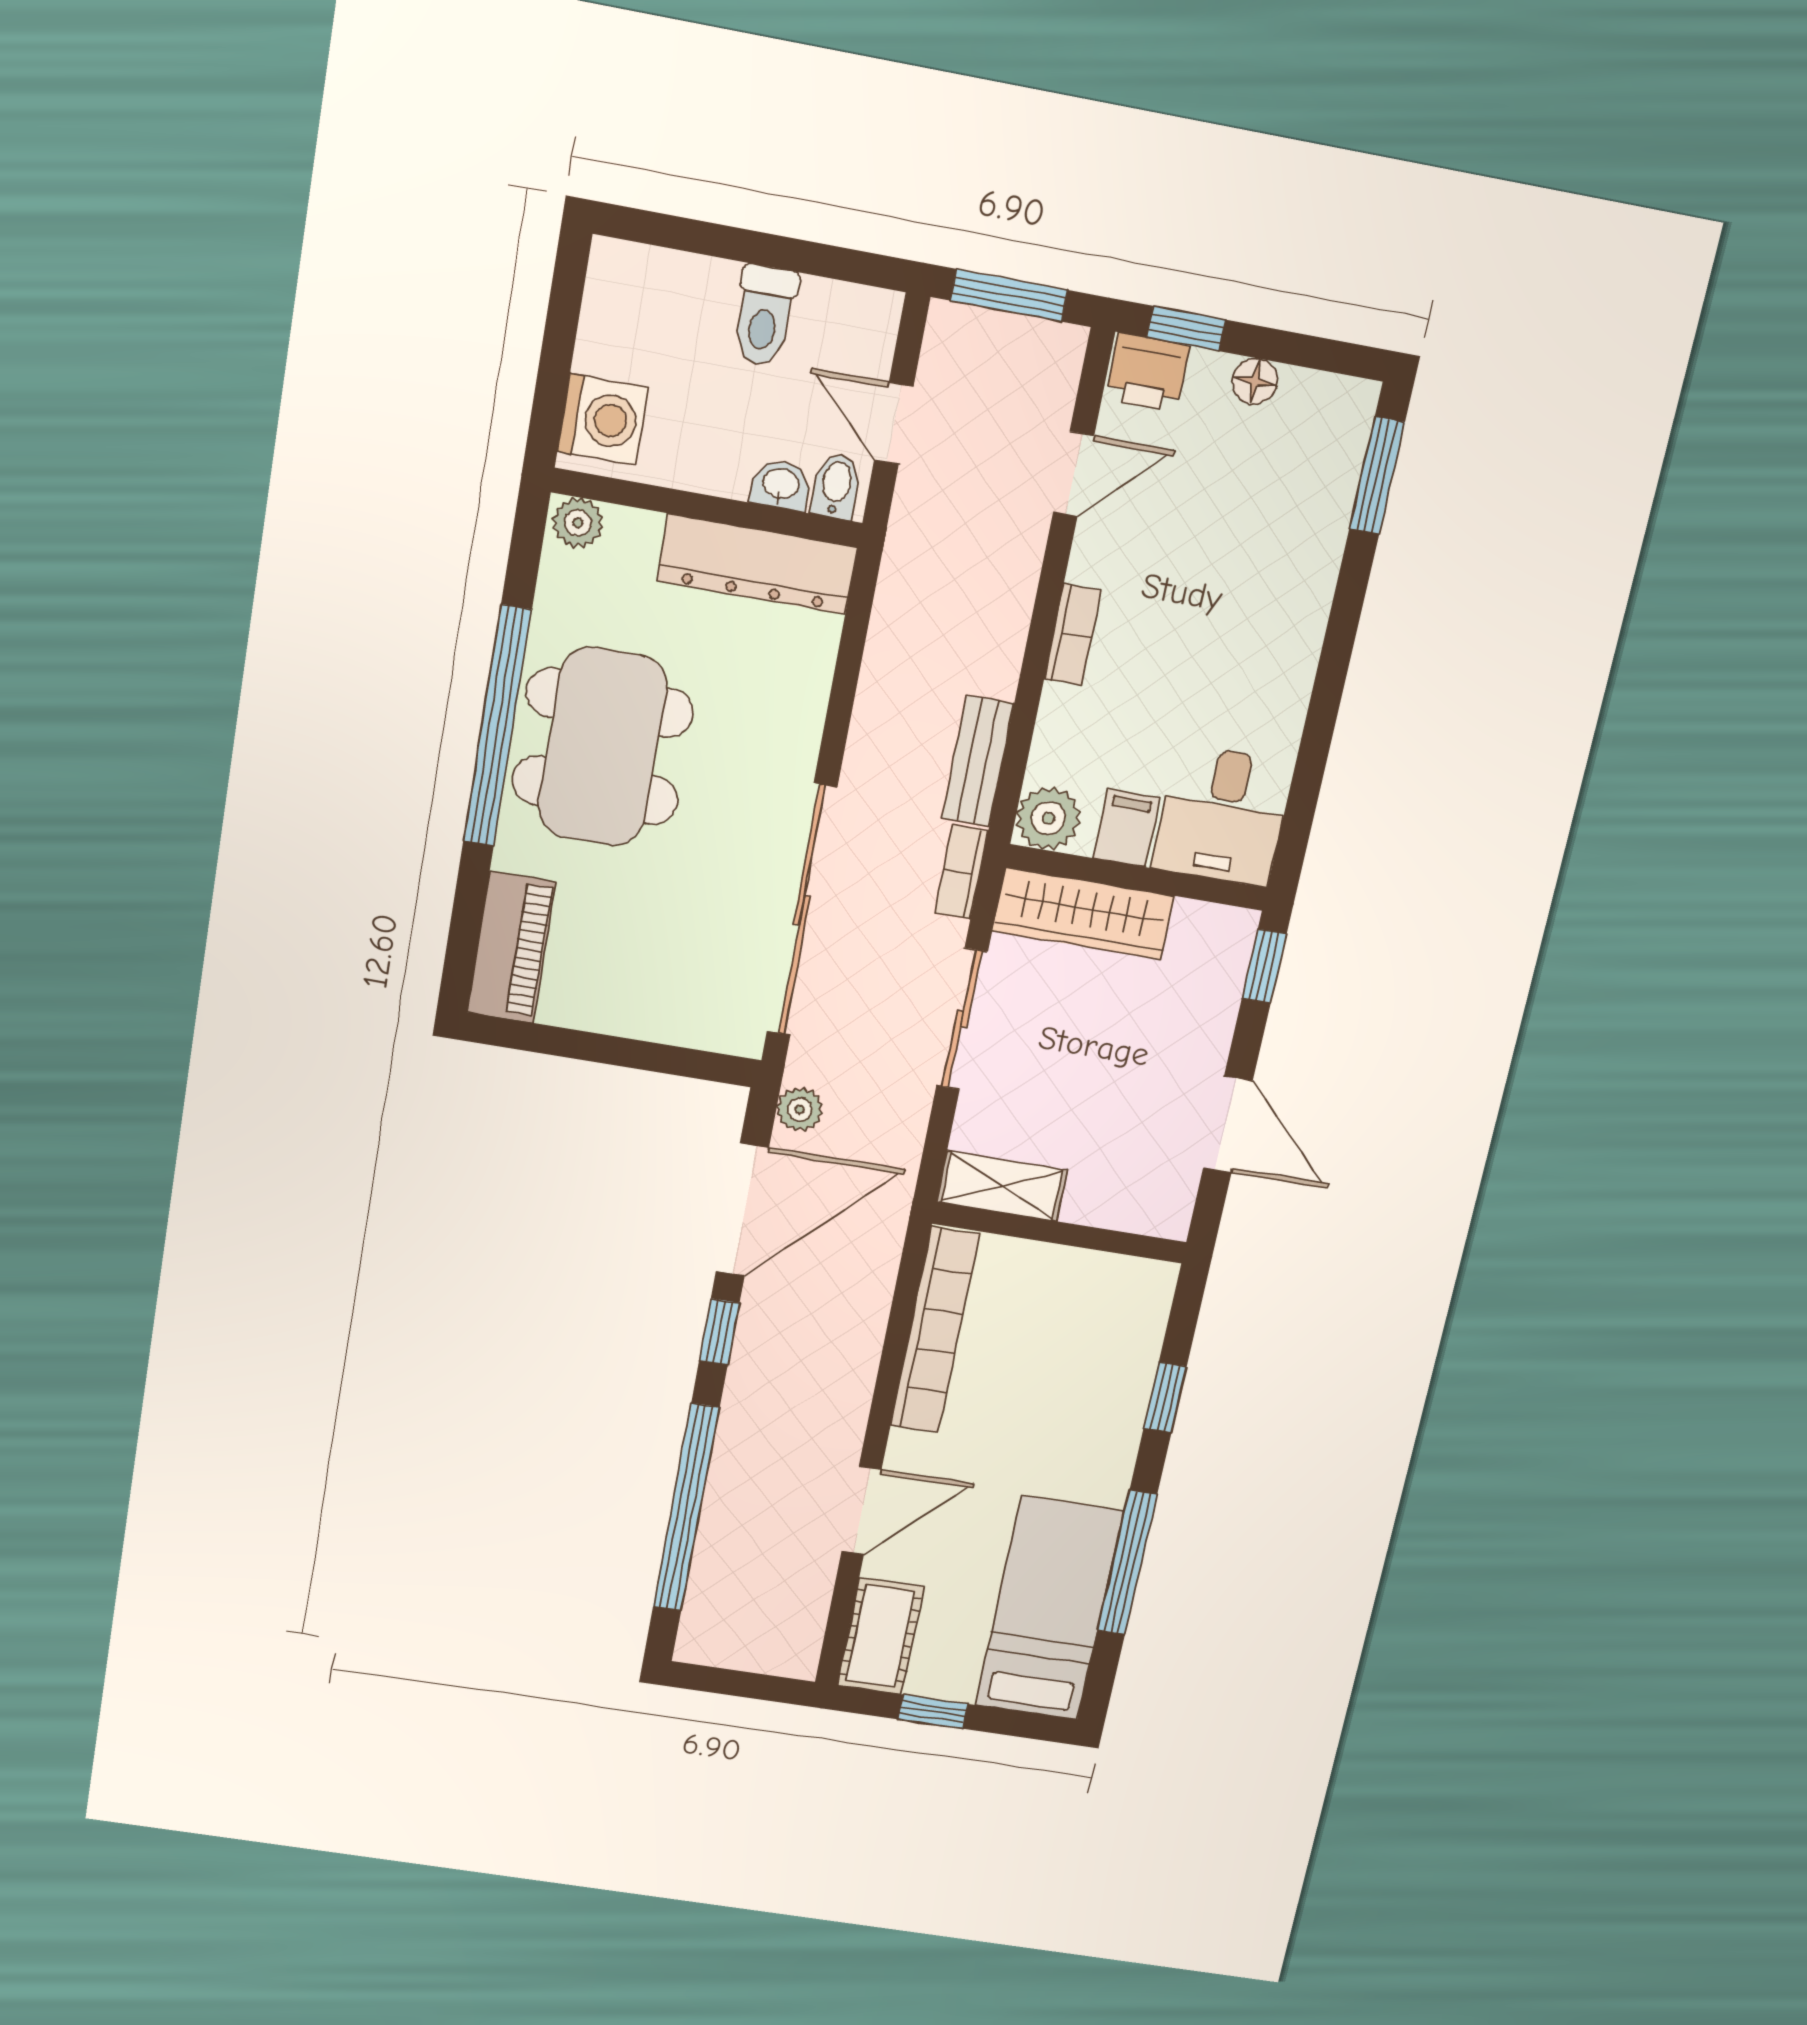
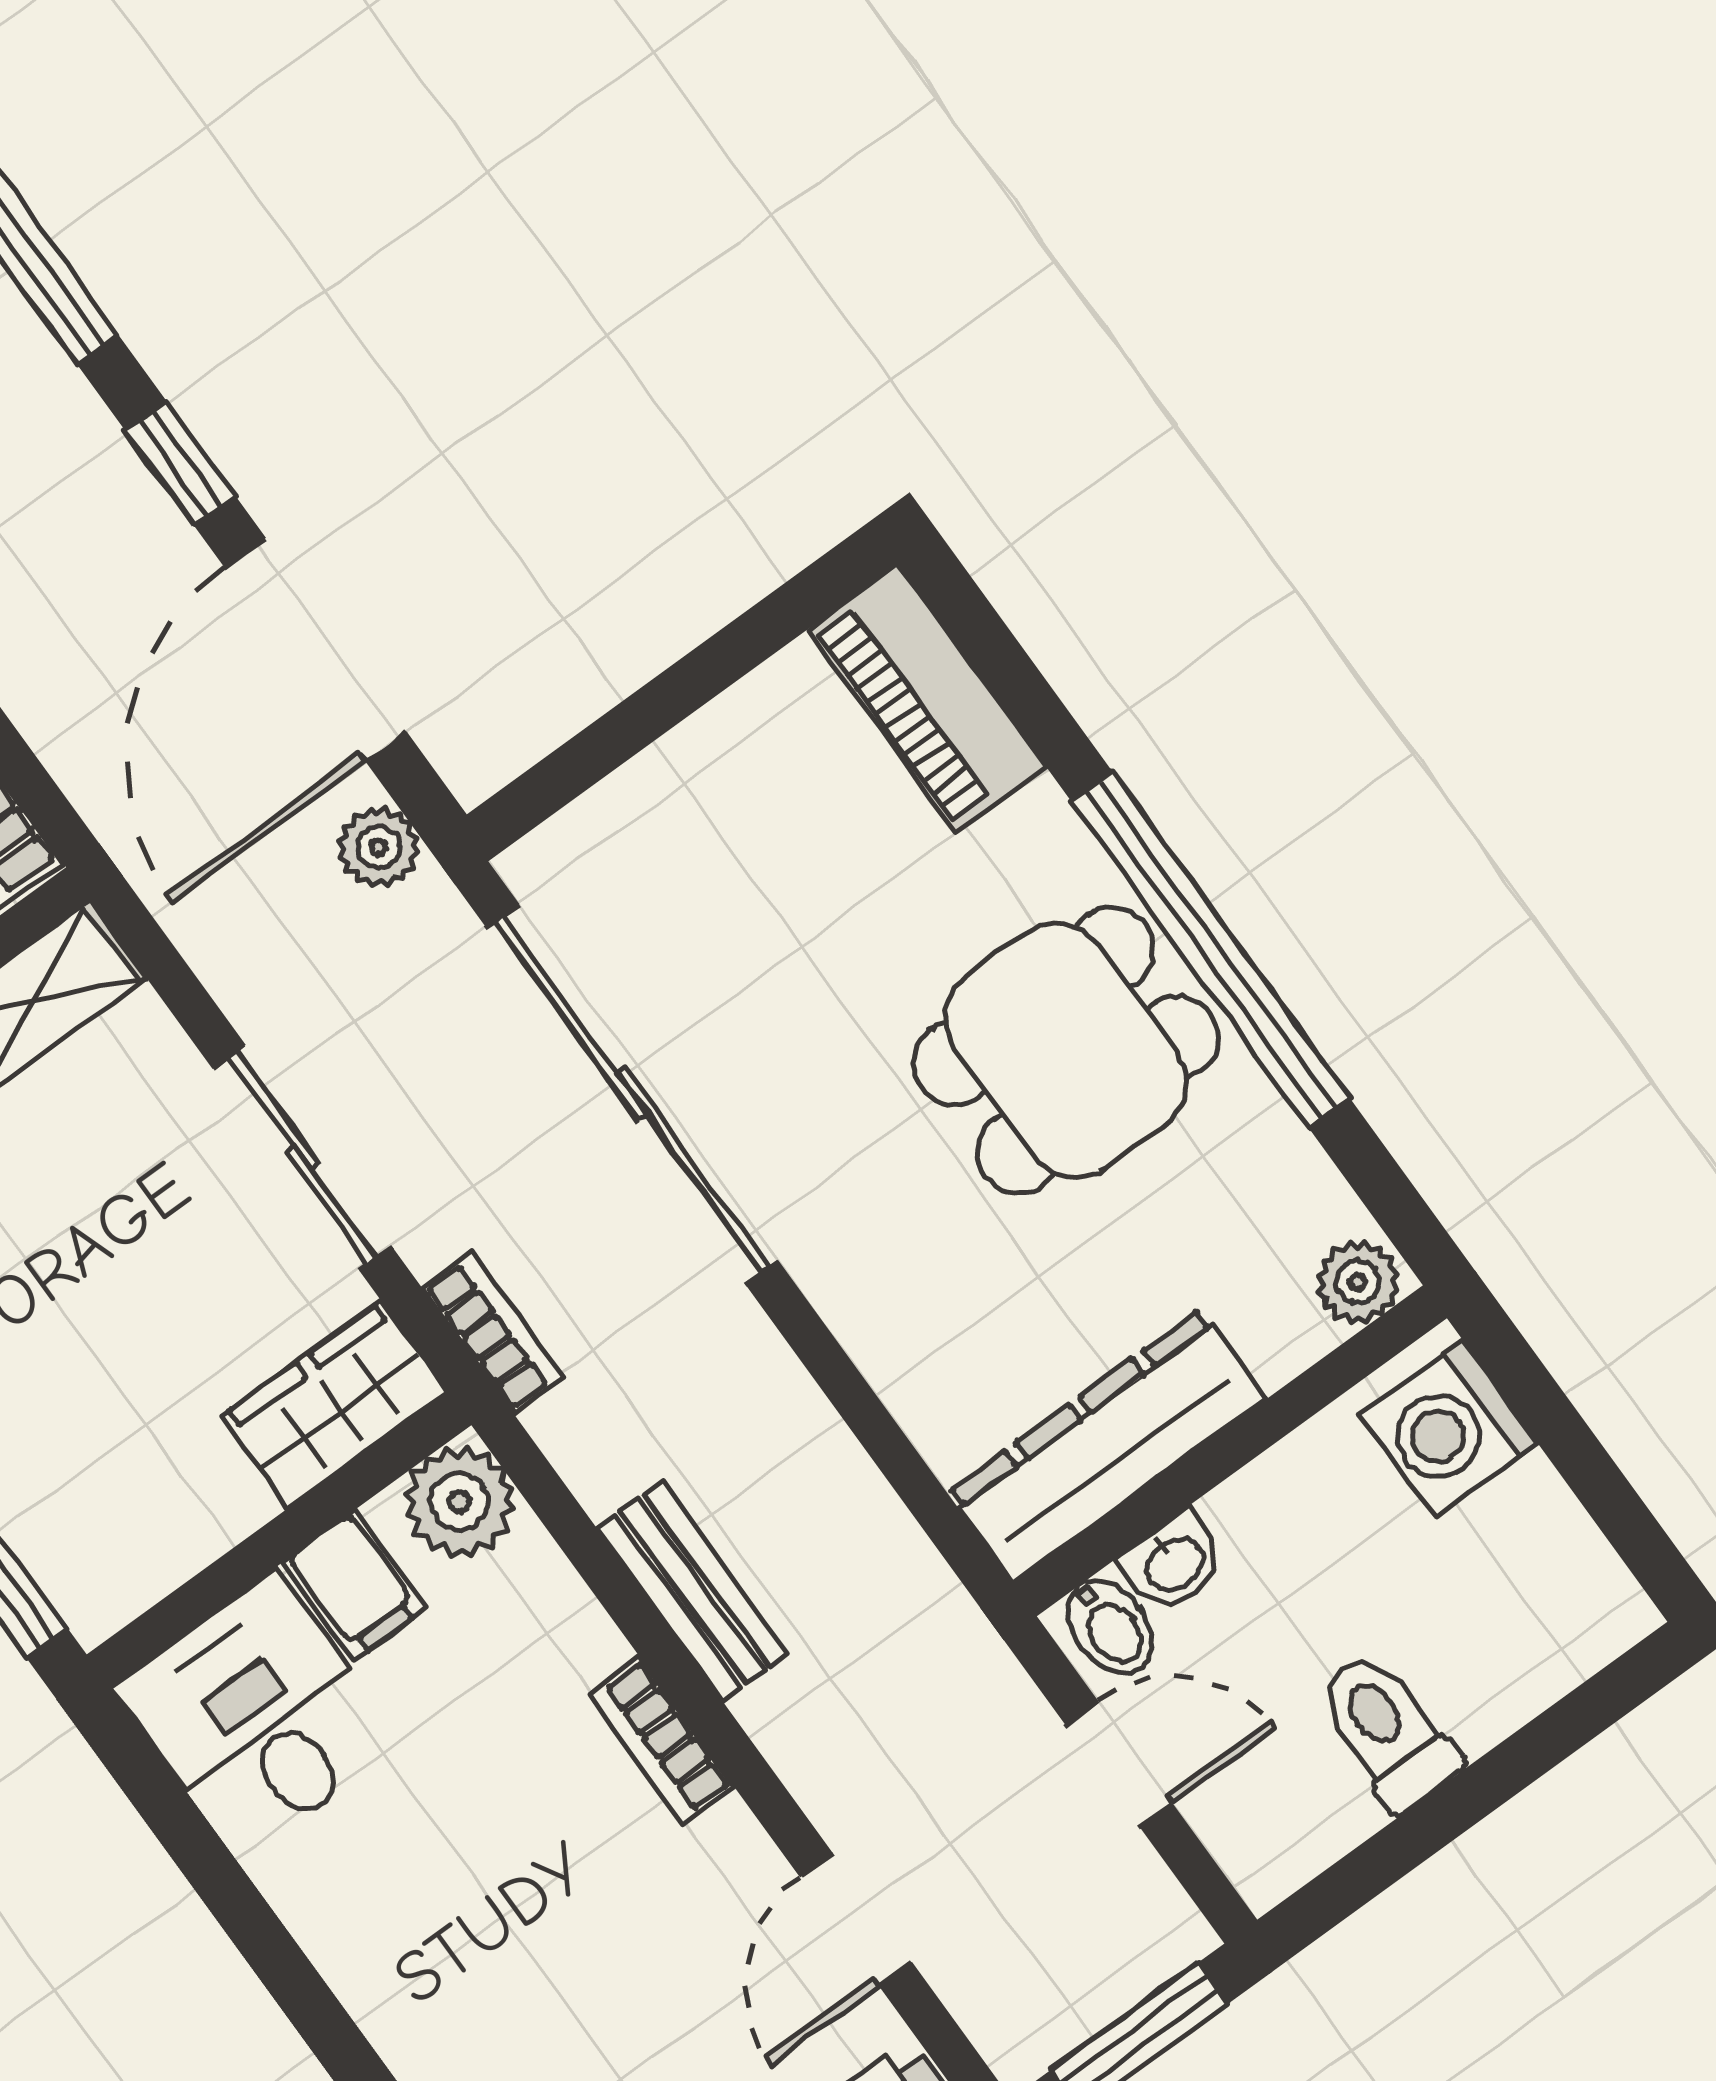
dining table: (602, 747) -> (1066, 1050), width x0.73
bench: (978, 761) -> (693, 1591), moved
wardrobe: (1083, 913) -> (335, 1404), width x0.67

